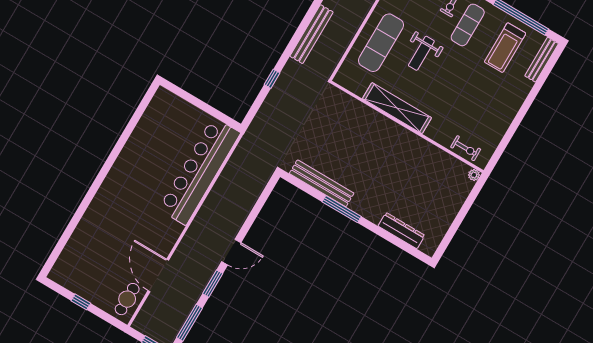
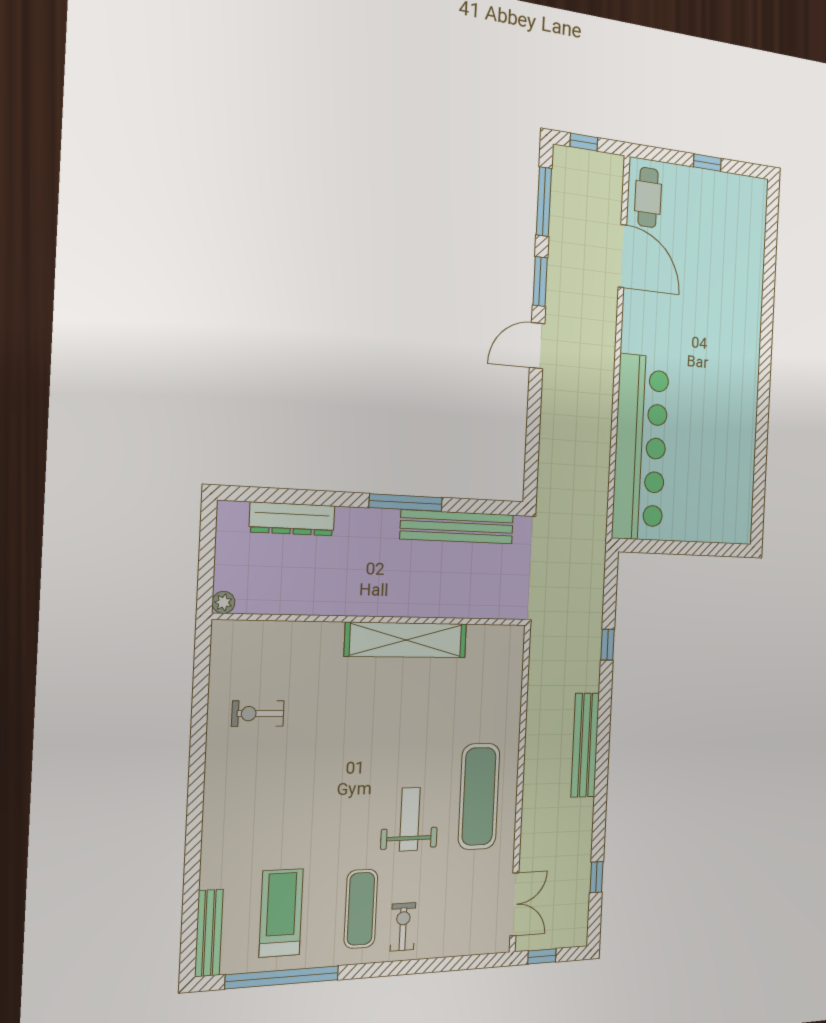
shelving: (397, 108) -> (406, 640), moved
wall: (407, 127) -> (375, 619), moved
plant: (474, 175) -> (223, 602), moved

